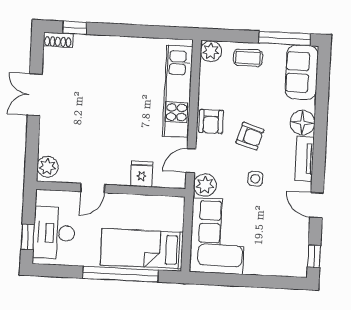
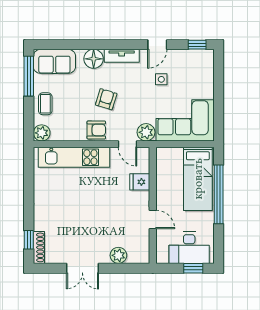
shoe rack: (58, 40) -> (39, 247), width x1.43
plant: (48, 167) -> (118, 255), moved
side table: (255, 179) -> (161, 79), moved

